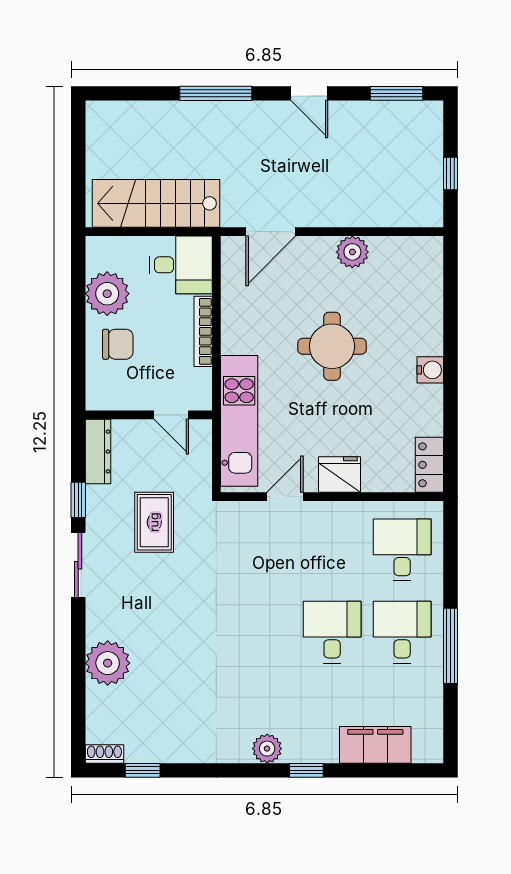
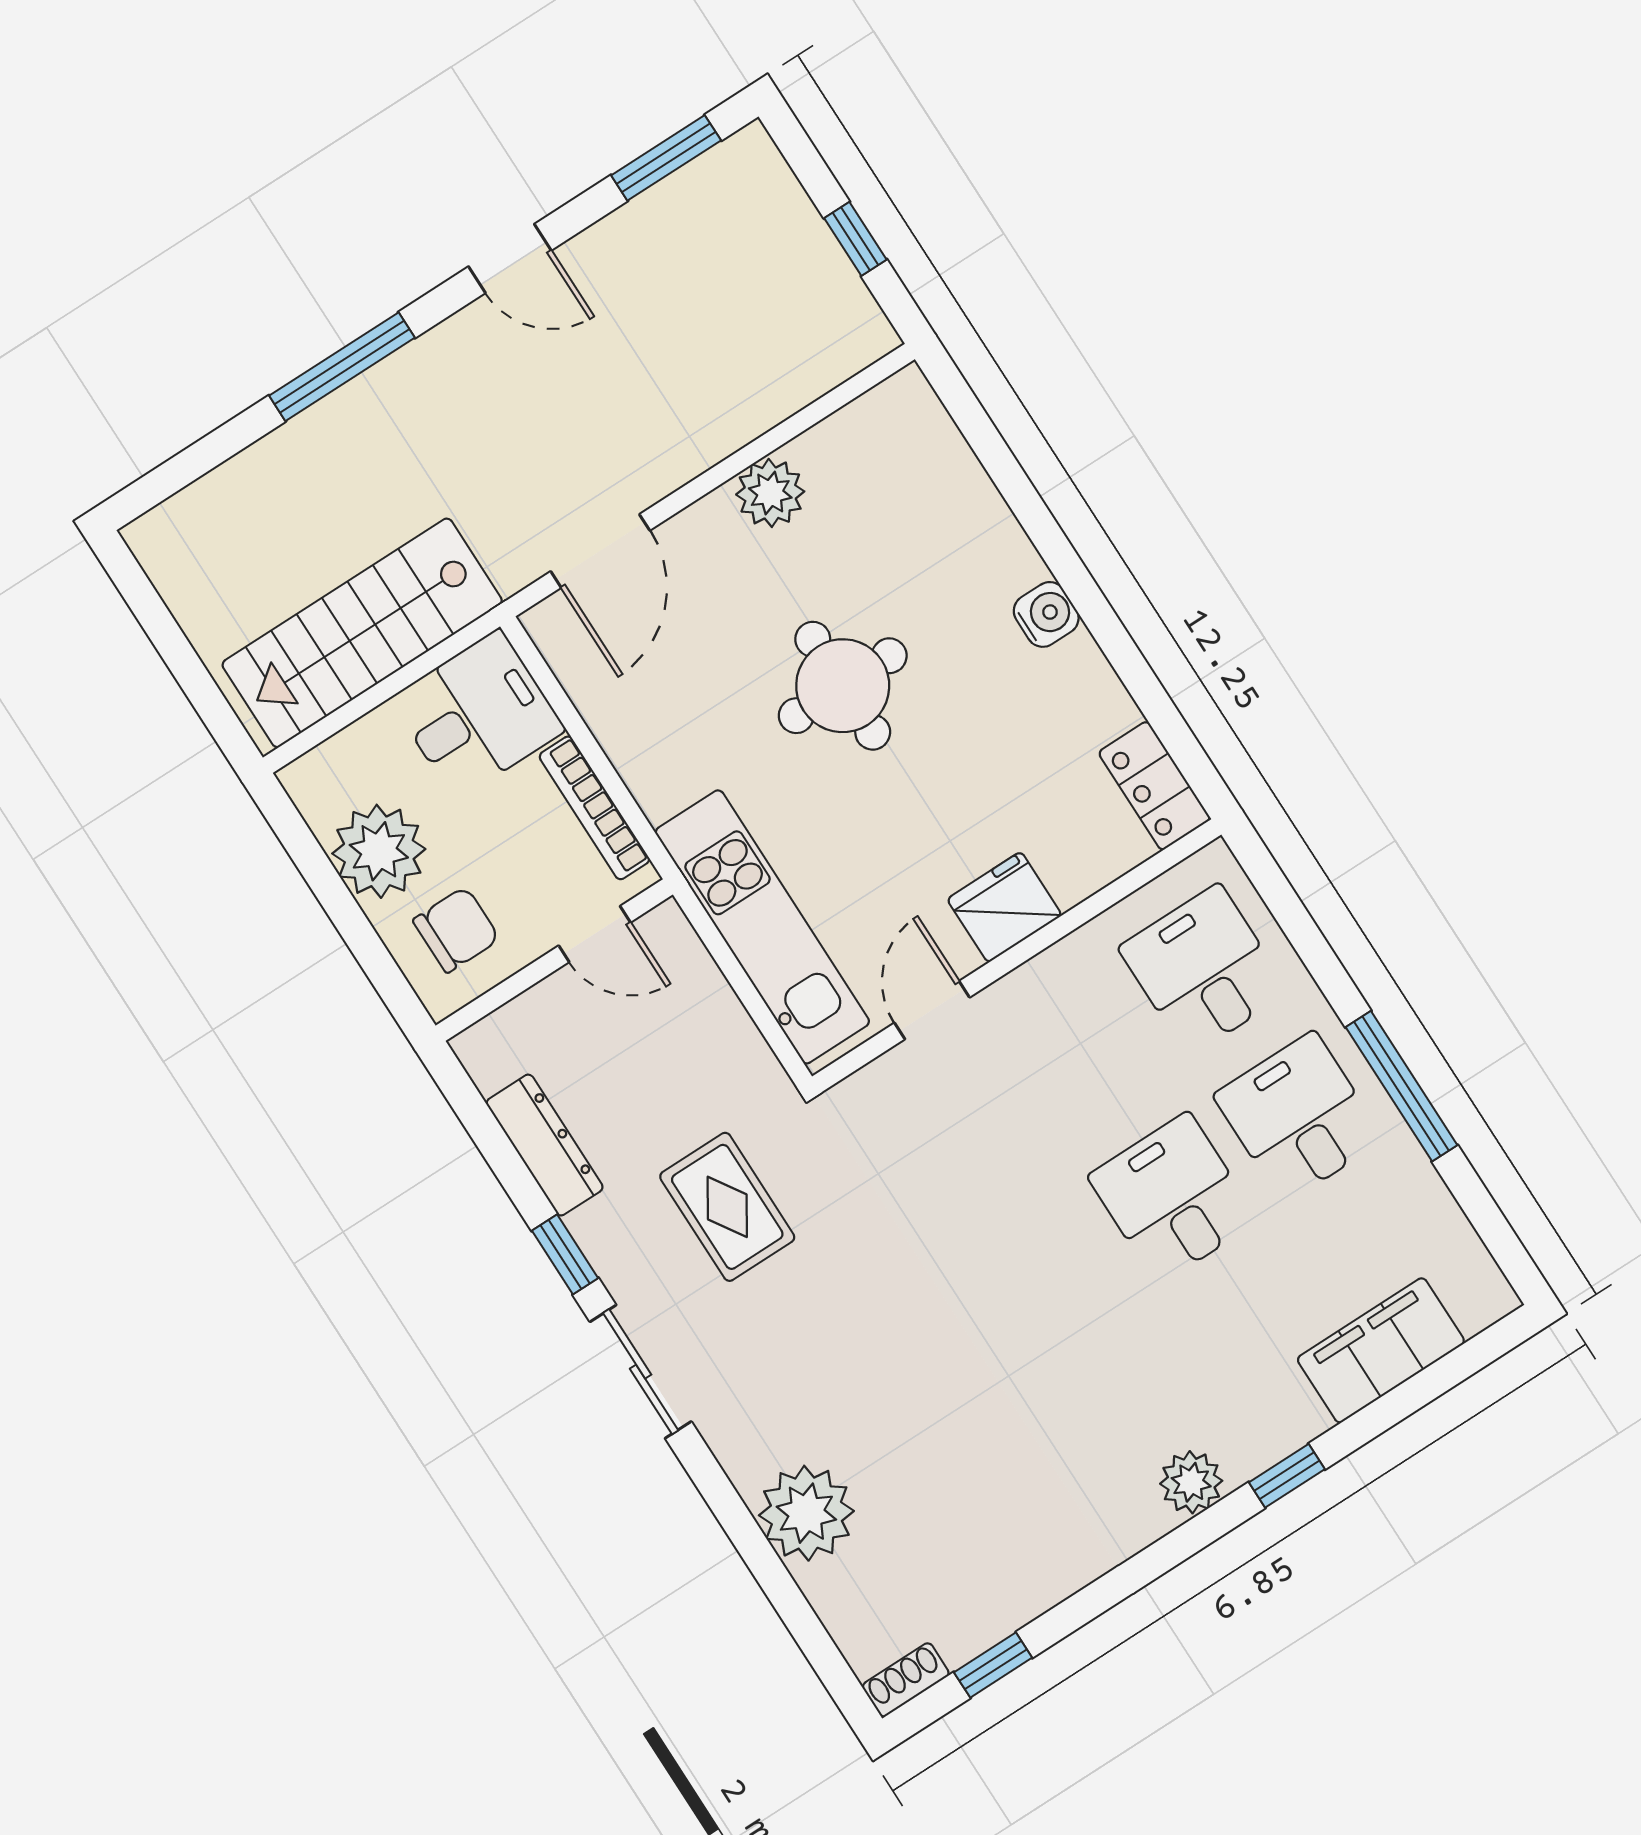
wall: (149, 415) -> (554, 960), moved
door: (171, 415) -> (595, 934), moved

